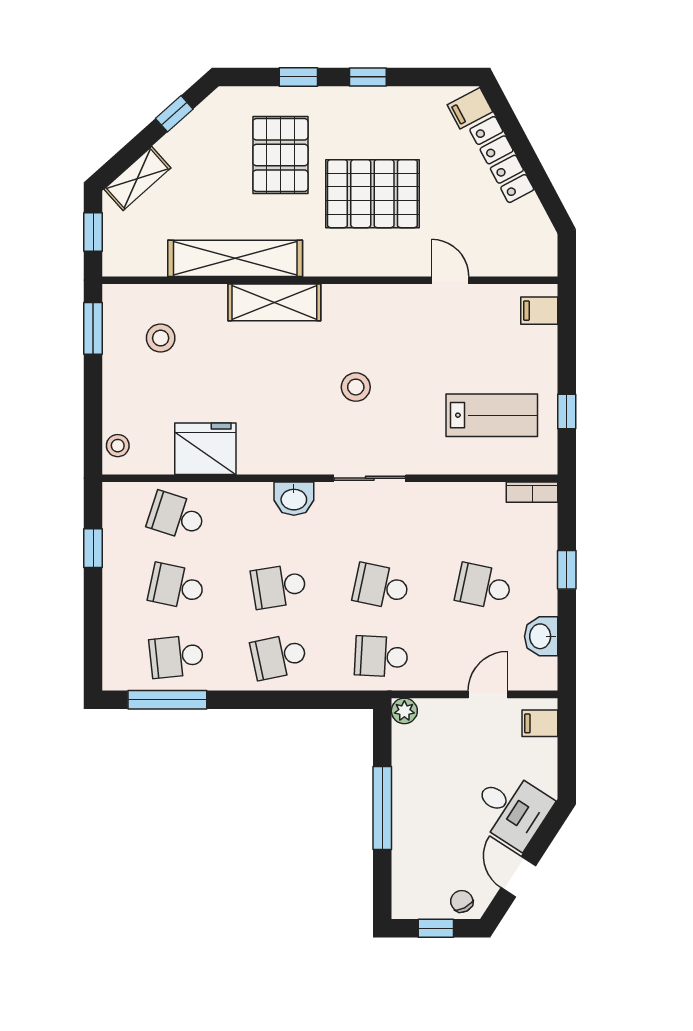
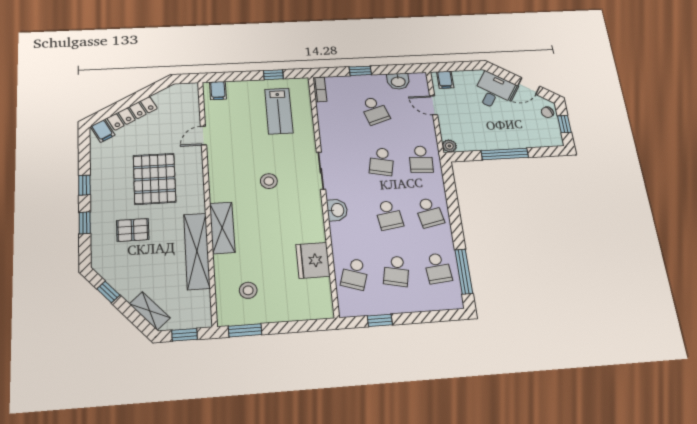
pallet: (280, 155) -> (133, 230), width x0.67, depth x0.71
lab bench: (492, 415) -> (279, 111), turned 180
stool: (118, 446) -> (316, 311), removed
school desk: (483, 586) -> (375, 110), turned -30

